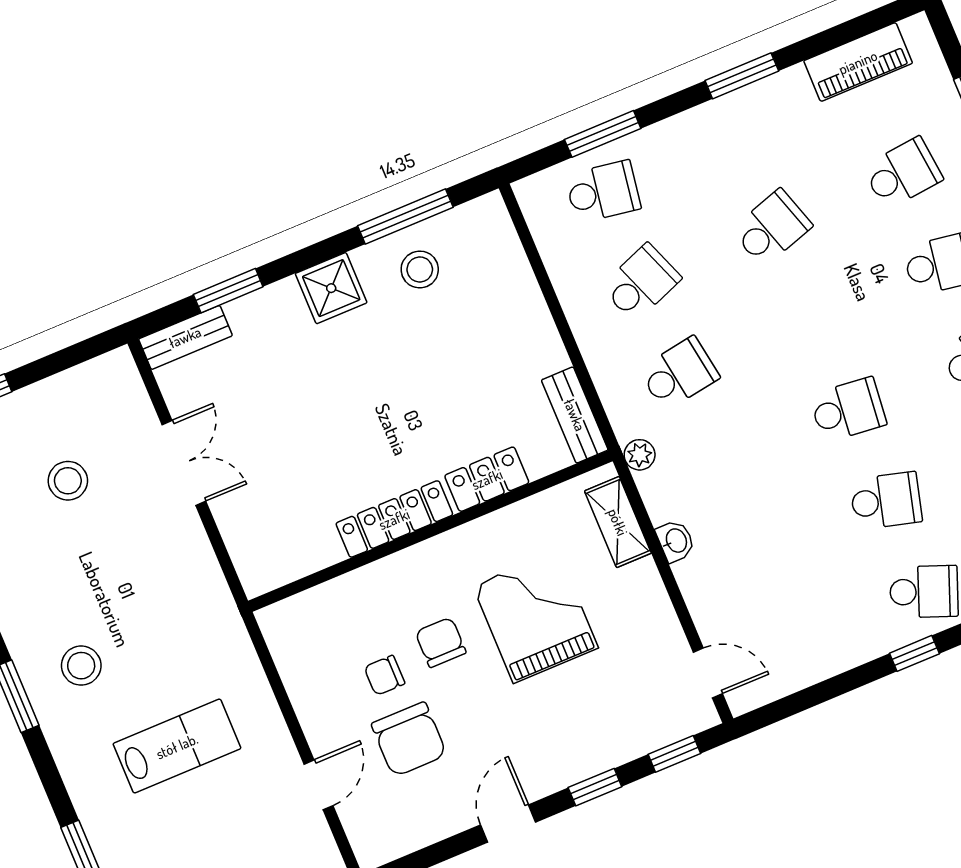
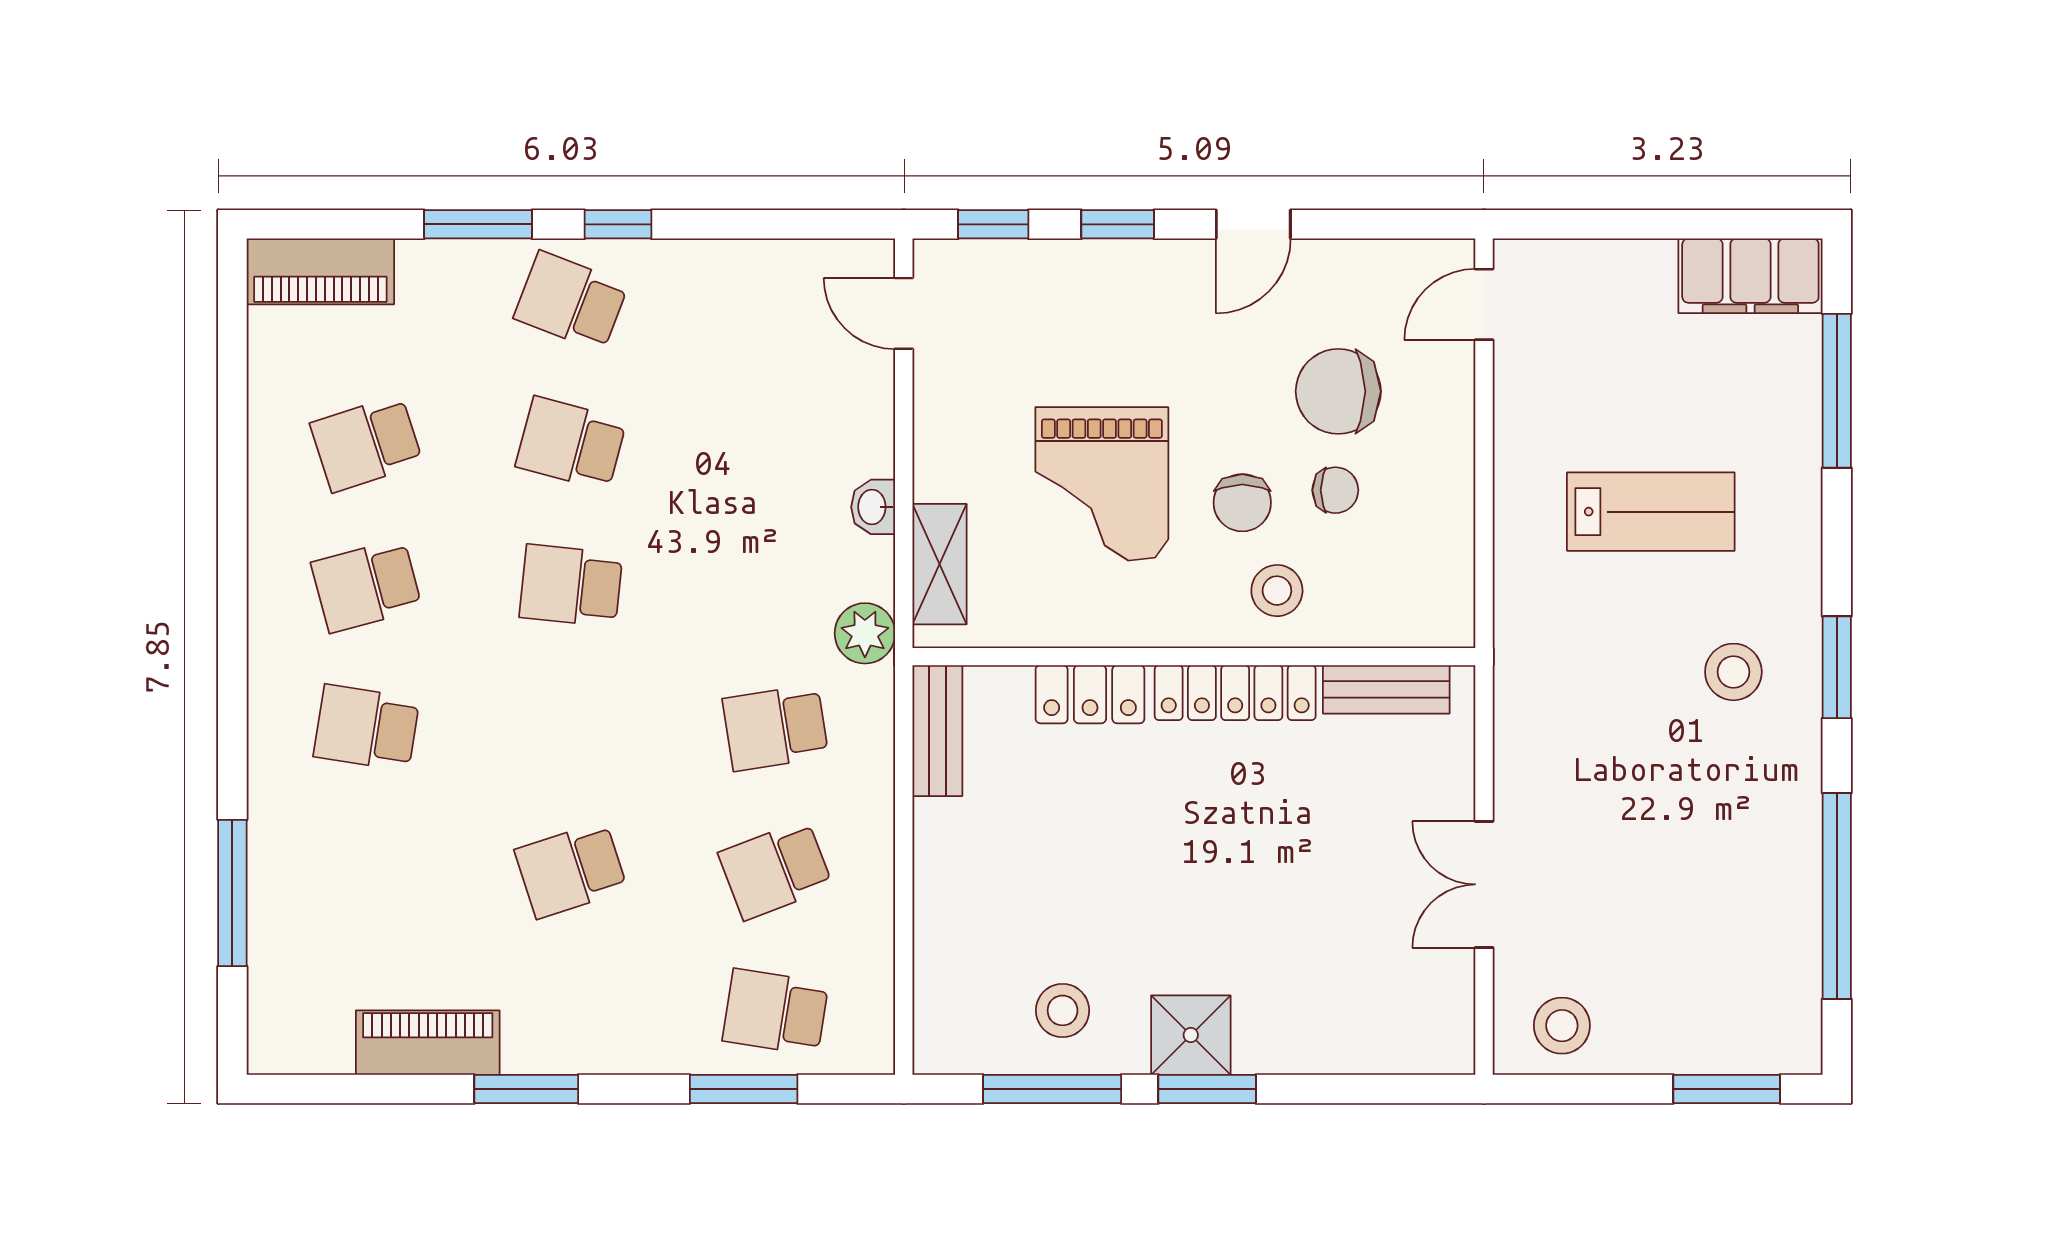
piano: (858, 62) -> (428, 1043), moved
school desk: (903, 173) -> (366, 870), removed
window: (228, 291) -> (1207, 1089), moved
bench: (185, 337) -> (1386, 689), moved
plant: (640, 455) -> (865, 633), width x1.38, depth x1.38
stool: (68, 481) -> (1562, 1026), moved
stool: (395, 595) -> (1277, 591), added
chair: (409, 739) -> (1338, 391), turned -90
lab bench: (177, 746) -> (1651, 512), turned 180
door: (319, 785) -> (1484, 304), moved

